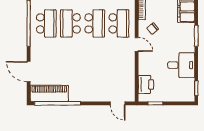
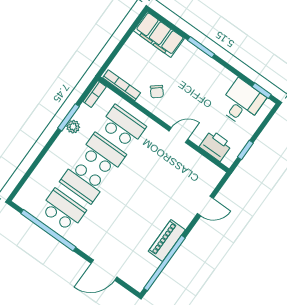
door: (137, 44) -> (178, 135), moved
desk: (181, 65) -> (242, 103), moved
piano: (49, 93) -> (167, 241), moved, width x0.73, depth x0.75
door: (118, 103) -> (205, 206), moved

